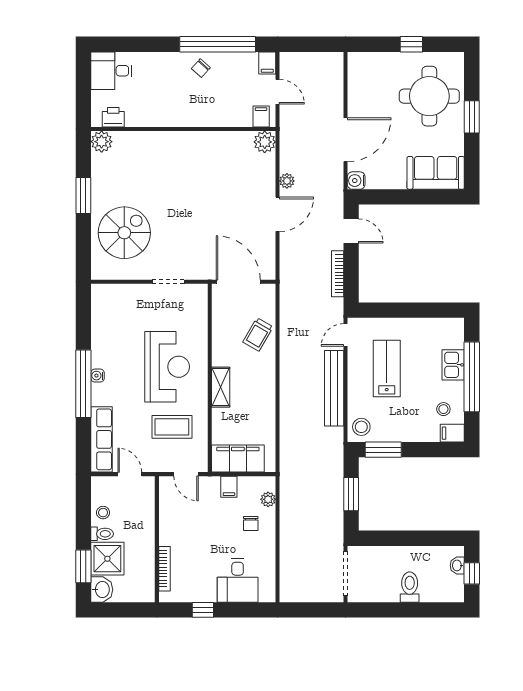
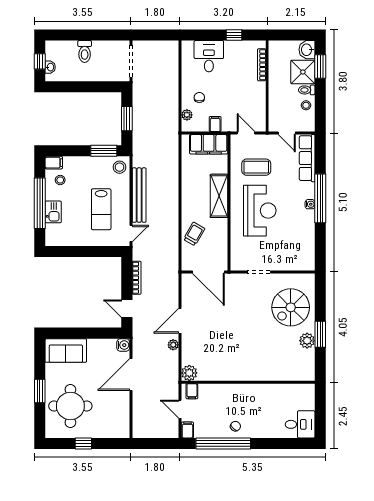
printer: (113, 117) -> (299, 391), removed
plant: (102, 142) -> (307, 341), moved
reception desk: (167, 367) -> (260, 211), turned 180
shelving: (221, 387) -> (219, 196), width x1.50, depth x1.33

